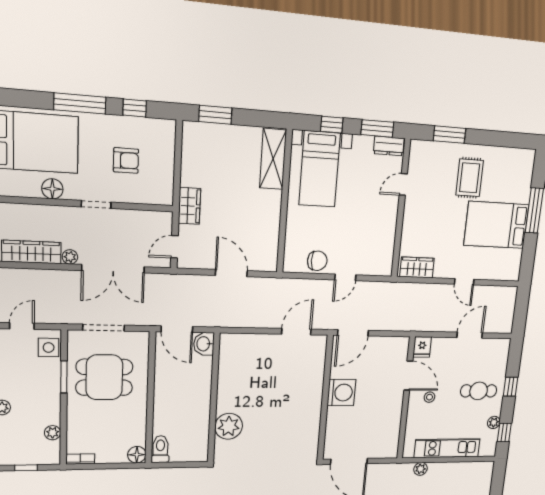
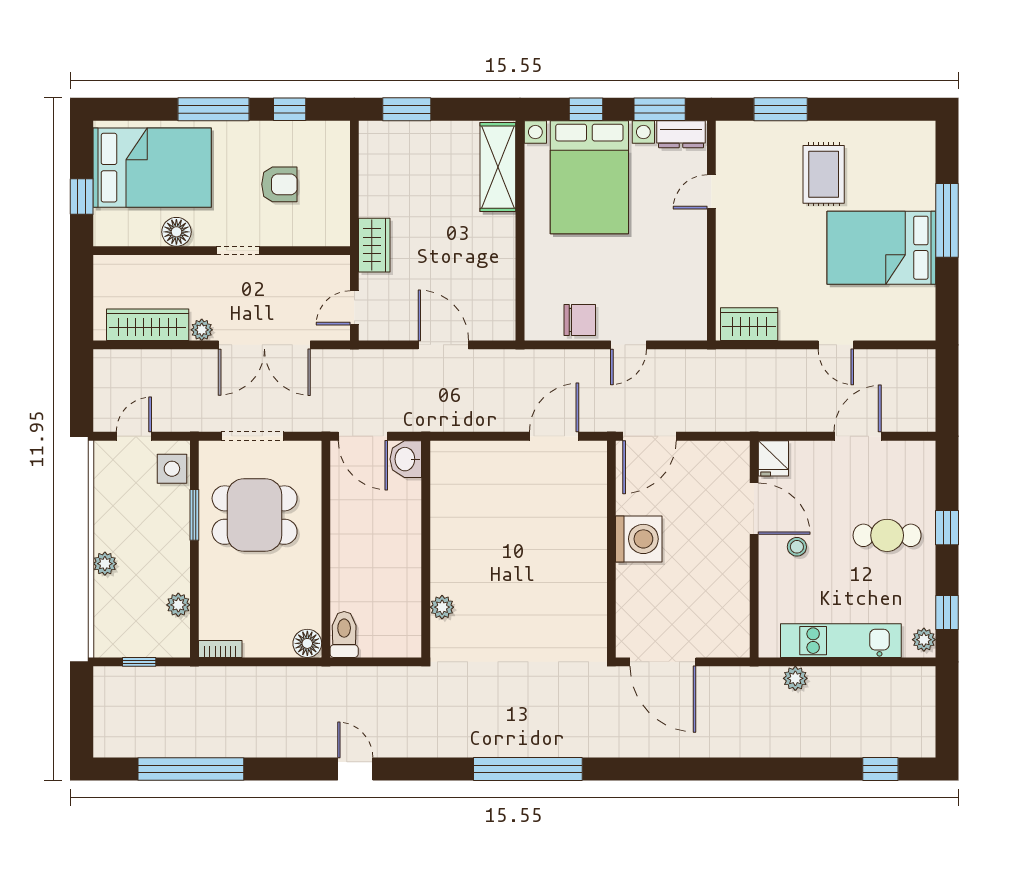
bed with nightstands: (320, 169) -> (589, 177), width x1.36
plant: (494, 422) -> (924, 640), moved
plant: (229, 426) -> (442, 607), width x0.53, depth x0.53

